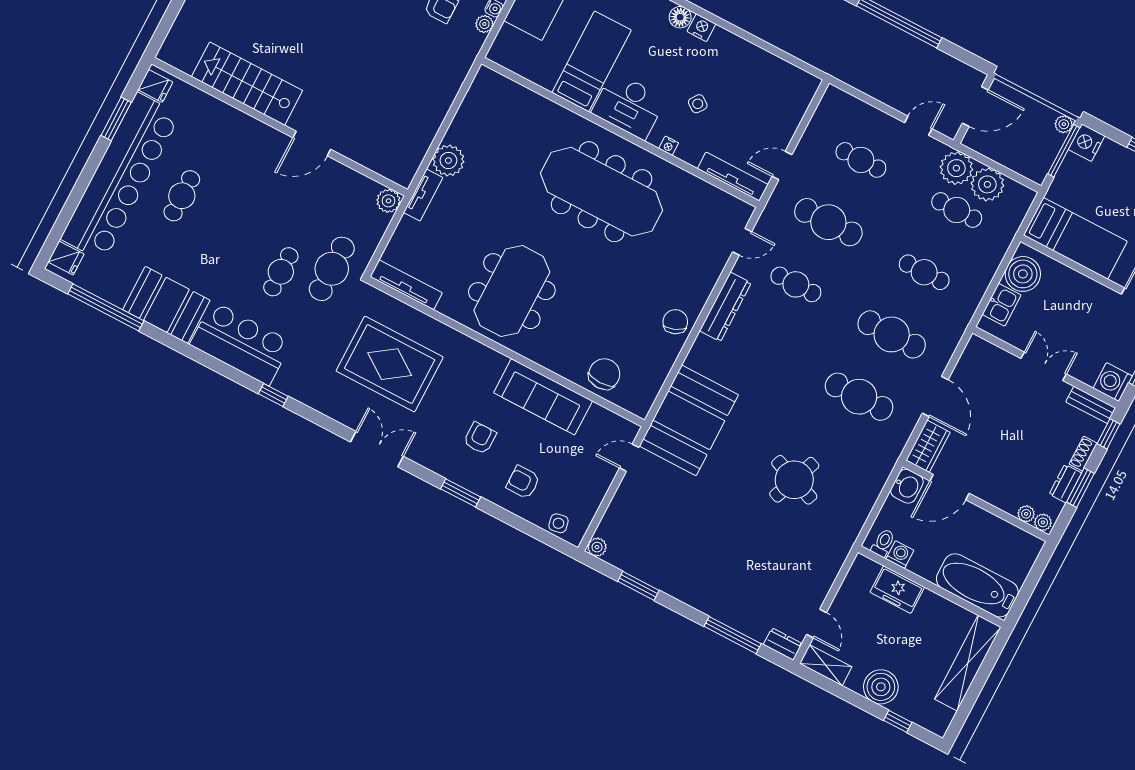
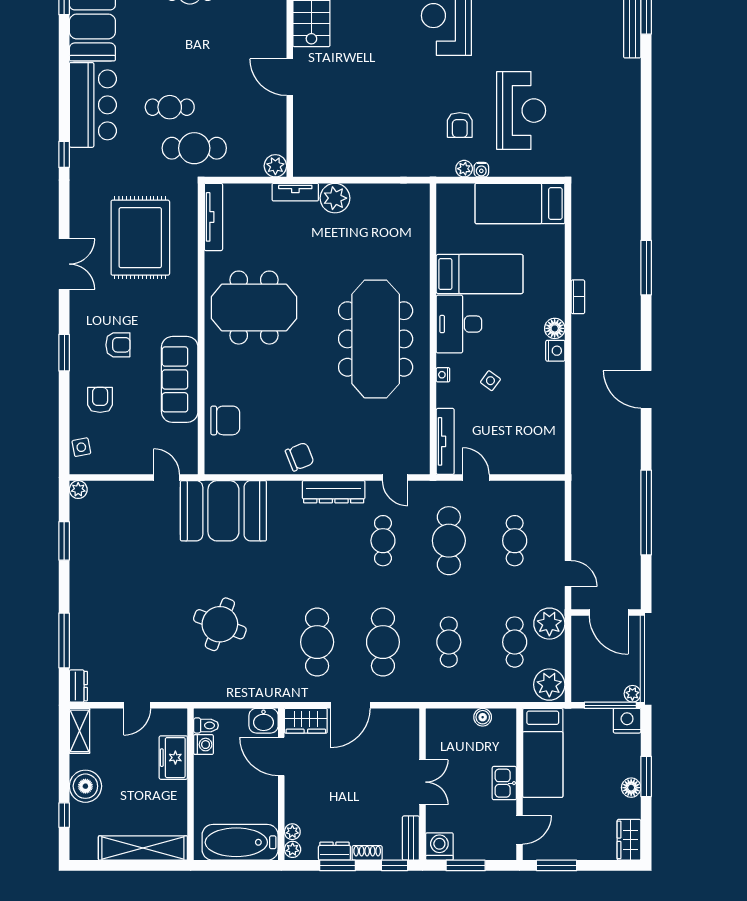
plant: (987, 184) -> (549, 685), moved
boiler: (1023, 274) -> (483, 717), width x0.54, depth x0.54
kitchen sink: (1002, 305) -> (504, 783), moved, turned 90
bathtub: (977, 585) -> (240, 842), moved, turned -90
door: (817, 623) -> (137, 705), moved

